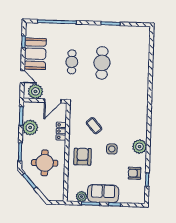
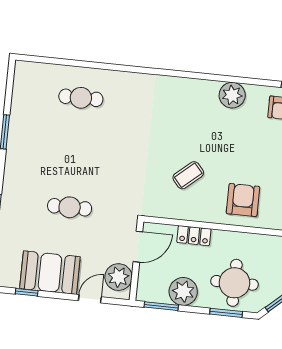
cafe table: (102, 63) -> (81, 98), moved, width x0.73, depth x0.74
door: (53, 101) -> (138, 247), hinge flipped
side table: (112, 149) -> (233, 146), removed
armchair: (83, 157) -> (243, 200), turned 90
round table: (45, 163) -> (235, 283), moved

